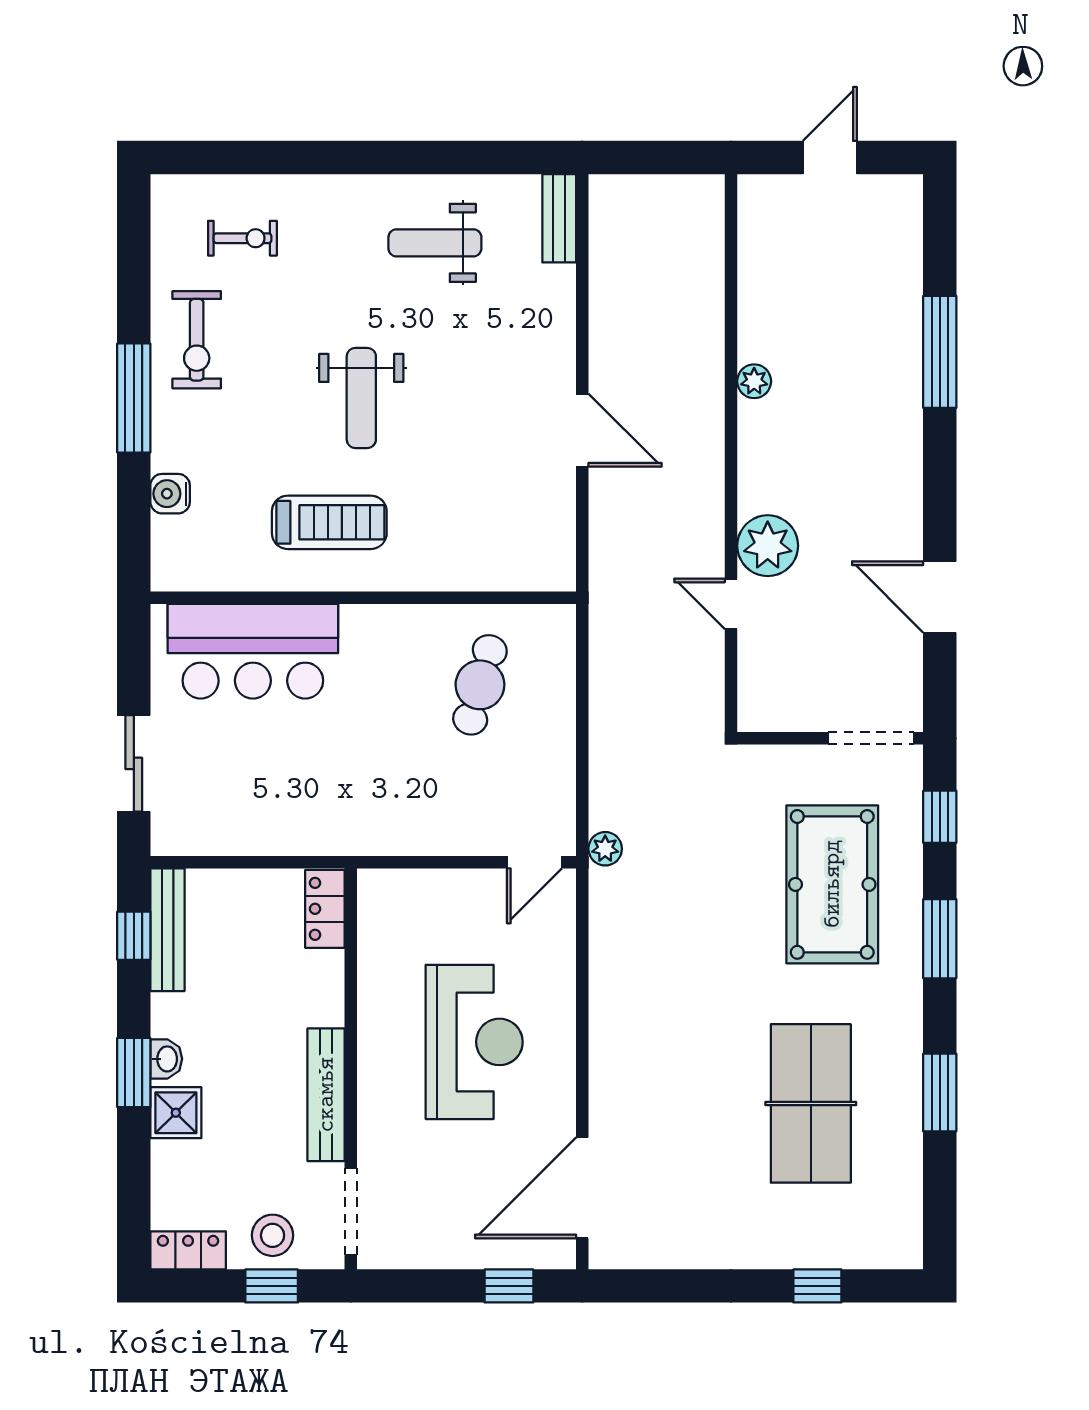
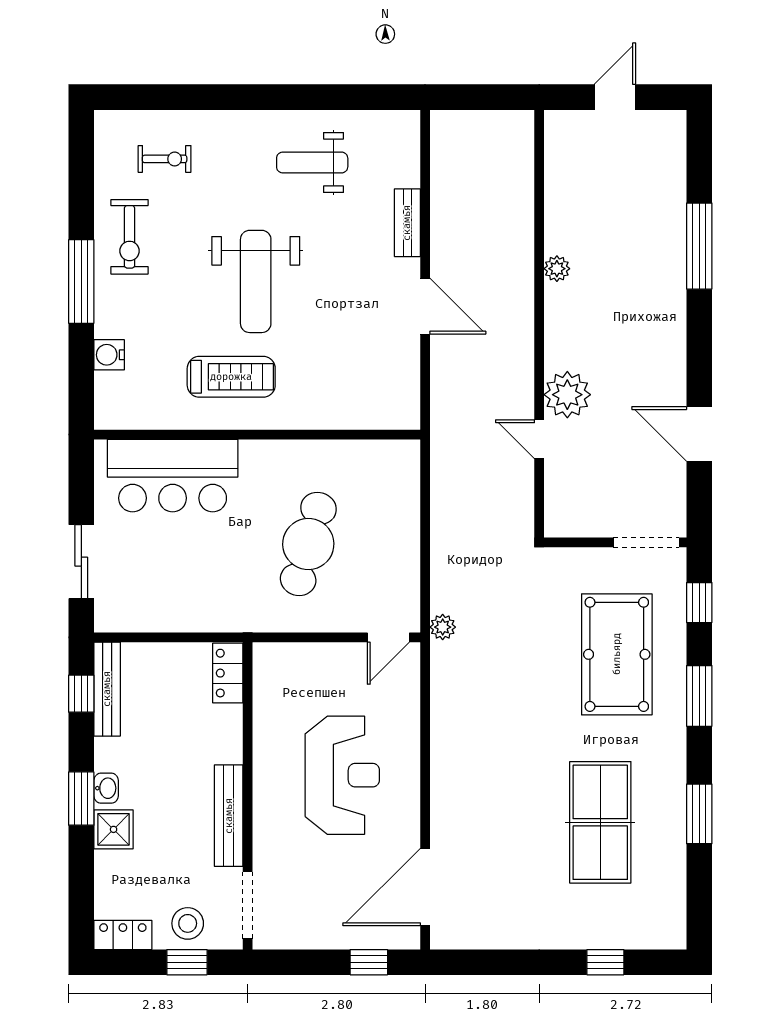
bench: (559, 218) -> (407, 223), moved
weight bench: (361, 398) -> (256, 281), width x1.36, depth x1.33
cafe table: (480, 685) -> (308, 544), moved, width x1.37, depth x1.35

